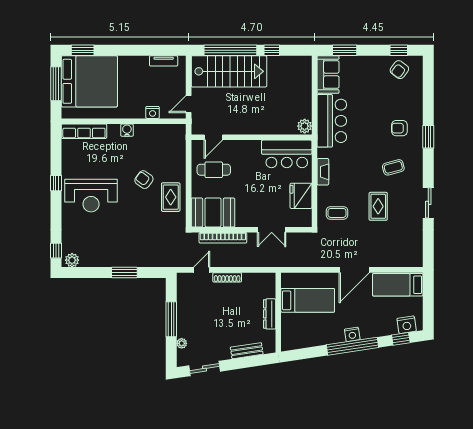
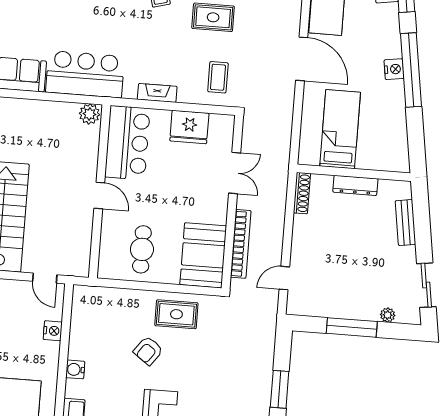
door: (213, 137) -> (99, 195), moved
door: (202, 270) -> (284, 278), hinge flipped
shoe rack: (227, 277) -> (302, 193), moved

